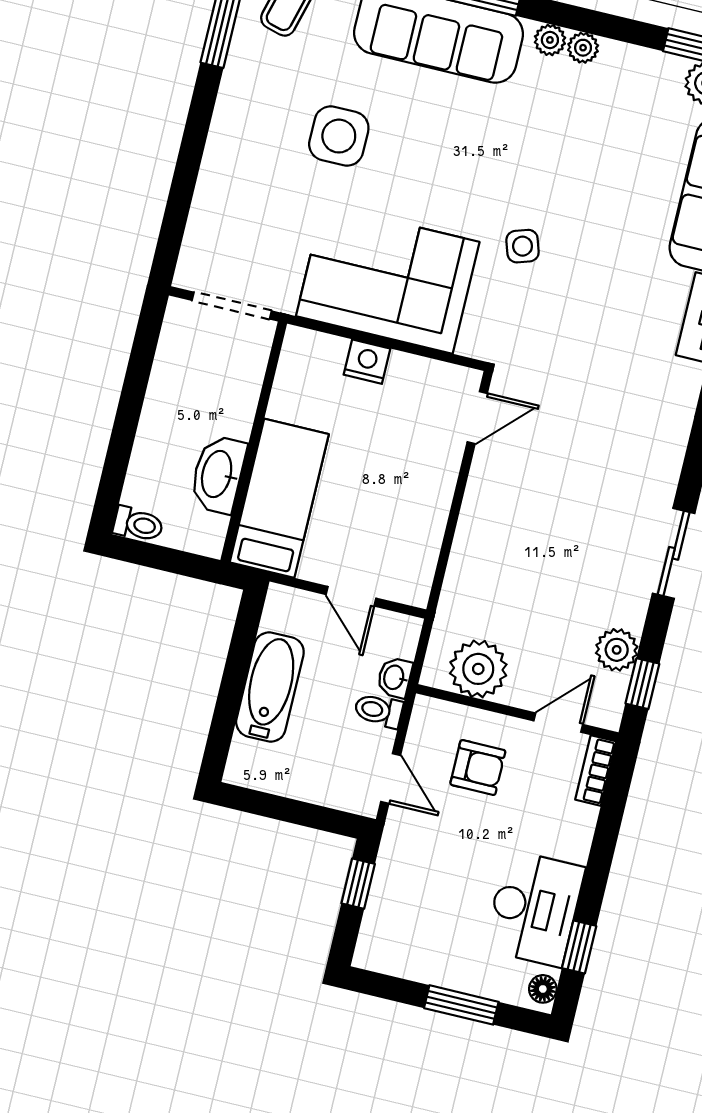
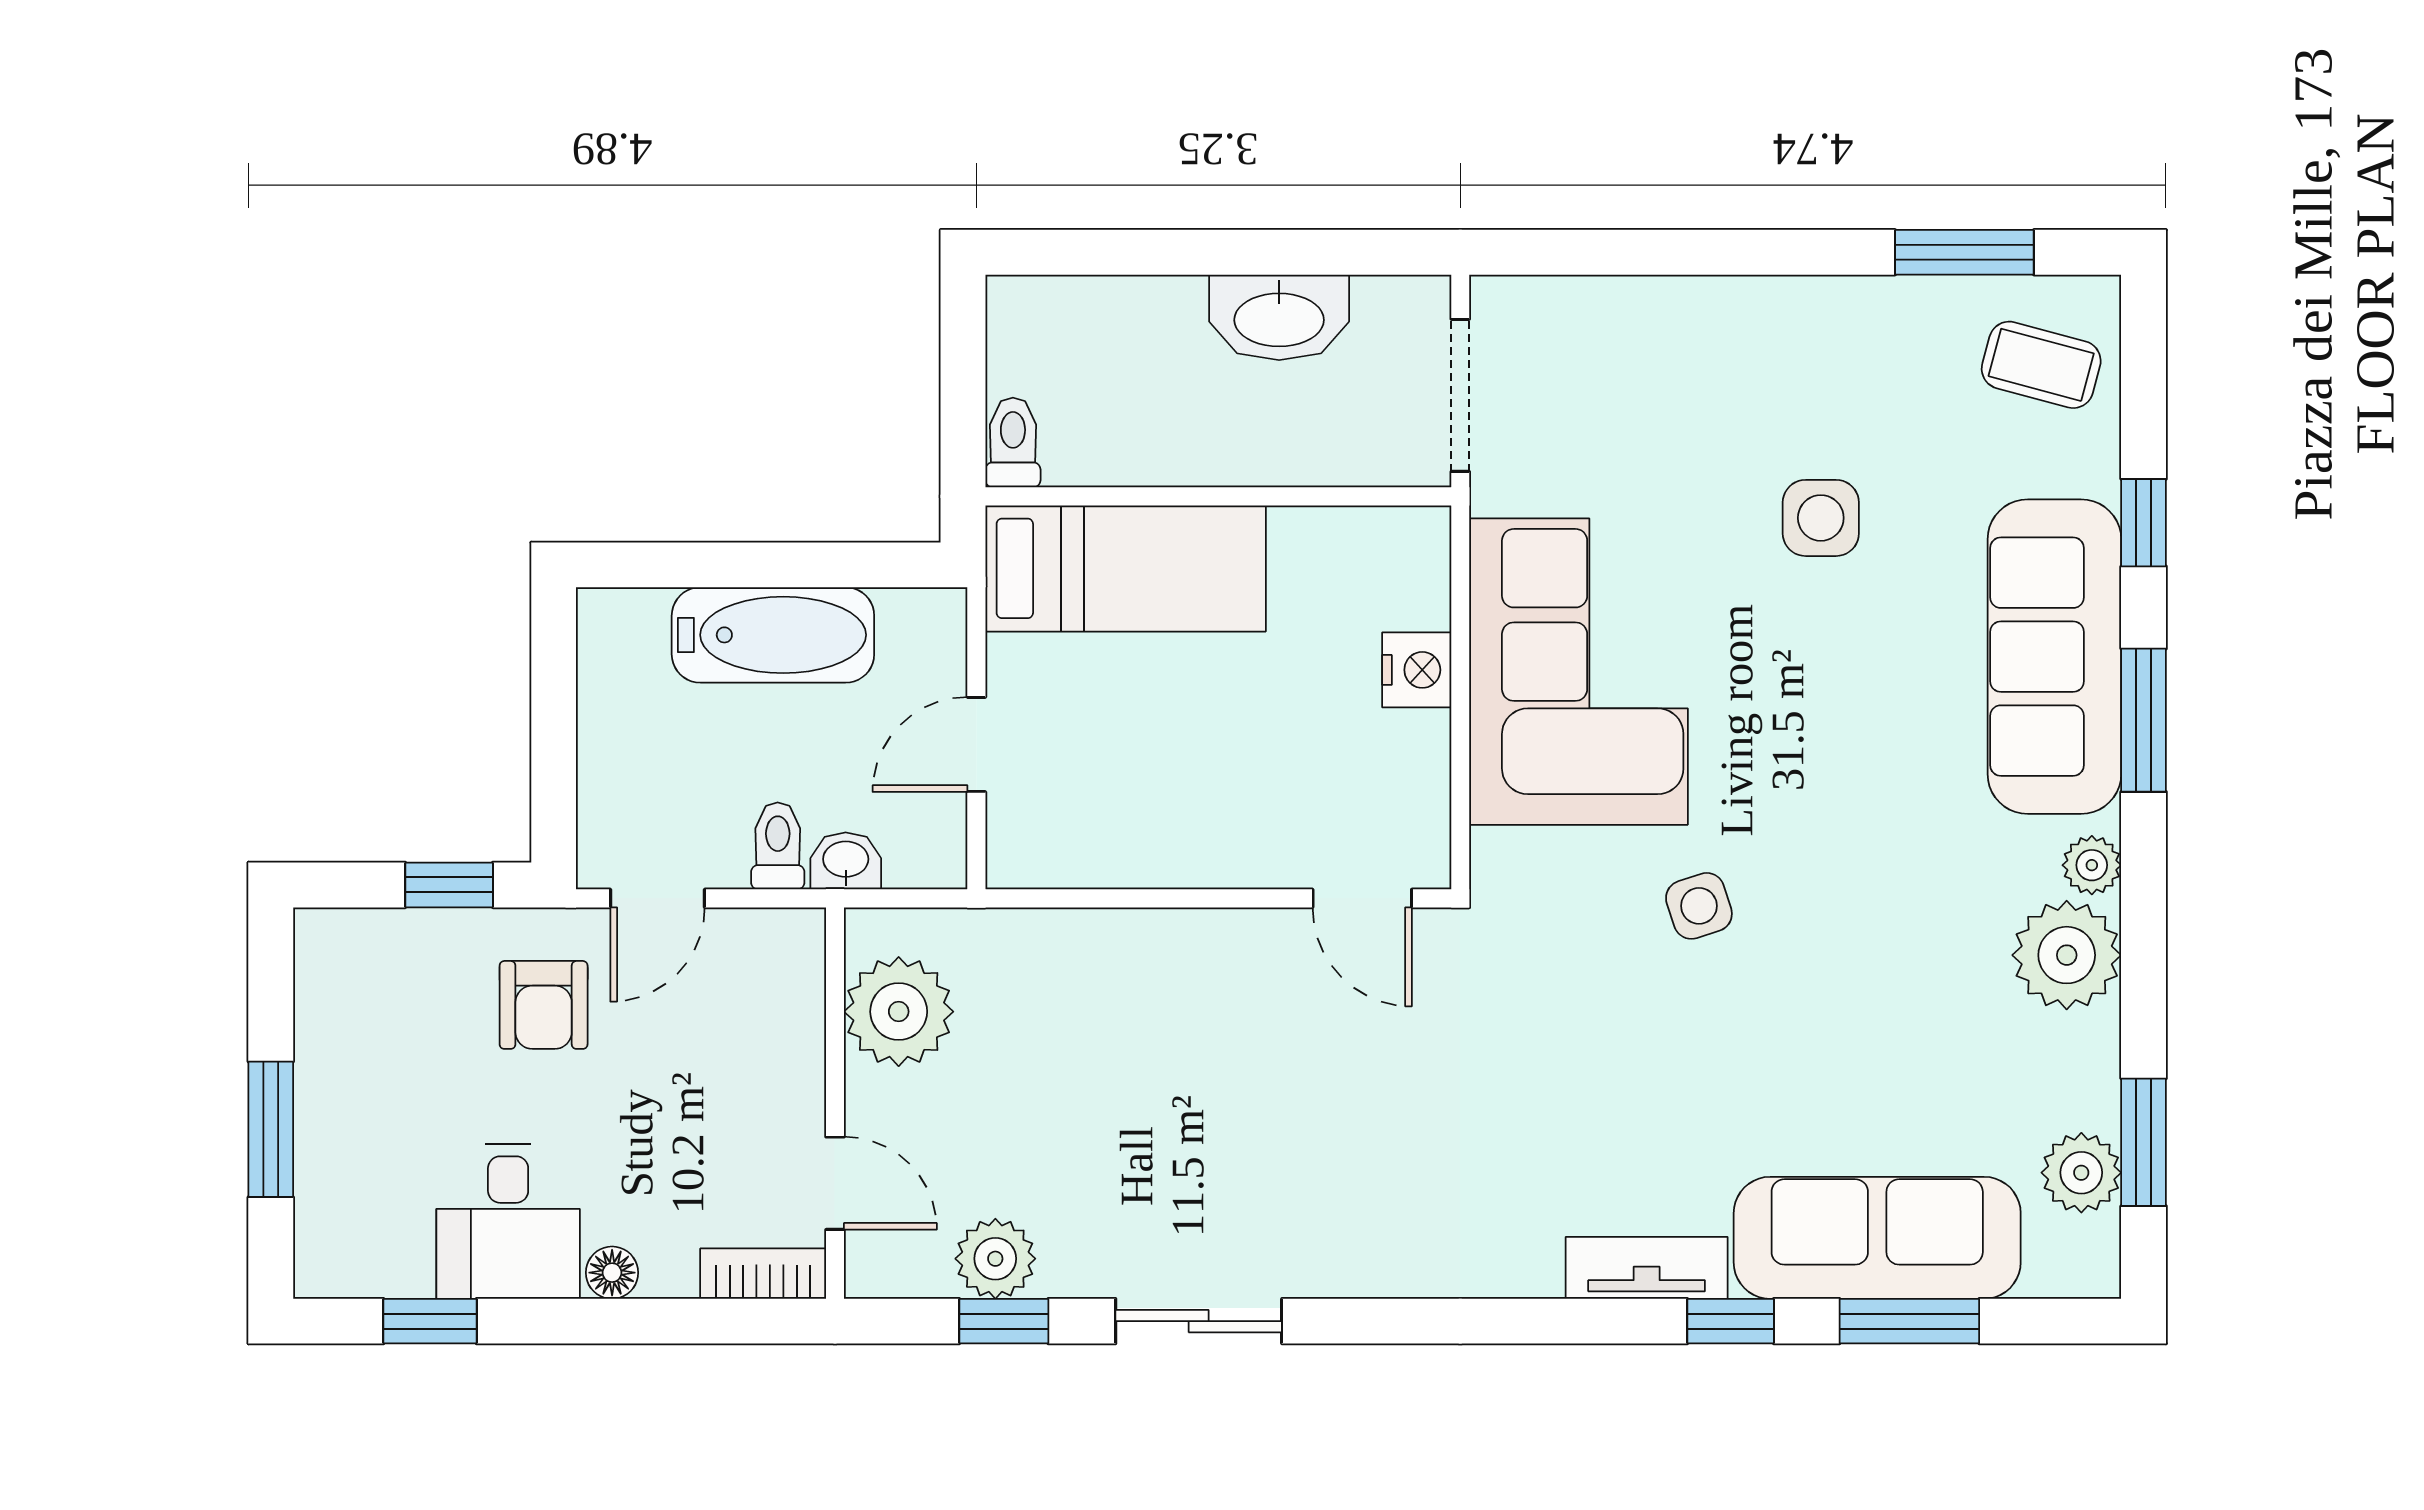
plant: (583, 48) -> (2067, 955), width x1.87, depth x1.87
side table: (339, 136) -> (1821, 518), width x0.73, depth x0.73
washbasin: (218, 474) -> (1279, 317), moved, turned 180
toilet: (138, 524) -> (1013, 443), moved, turned 180
window: (642, 684) -> (1004, 1321), moved
armchair: (478, 768) -> (544, 1005), moved
desk: (534, 908) -> (508, 1221), width x0.73
floor lamp: (543, 989) -> (612, 1273), moved

